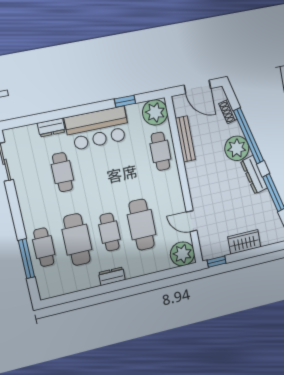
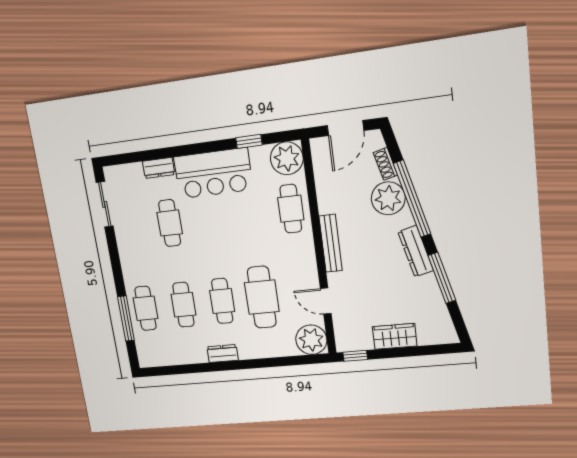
door: (197, 87) -> (346, 128), hinge flipped
bench: (185, 139) -> (331, 243), moved
plant: (237, 148) -> (388, 198), moved
cafe table: (77, 240) -> (183, 305), width x0.73, depth x0.74

